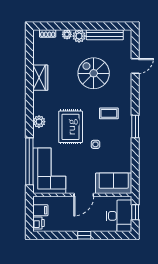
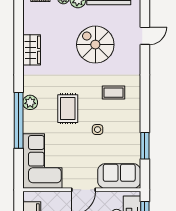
rug: (71, 127) -> (68, 109), width x0.73, depth x0.70
window: (135, 127) -> (145, 146), moved
window: (29, 161) -> (19, 120), moved

